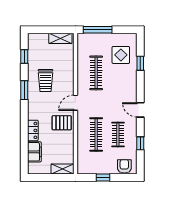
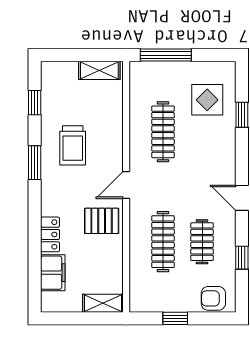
armchair: (124, 166) -> (213, 298), turned -90

